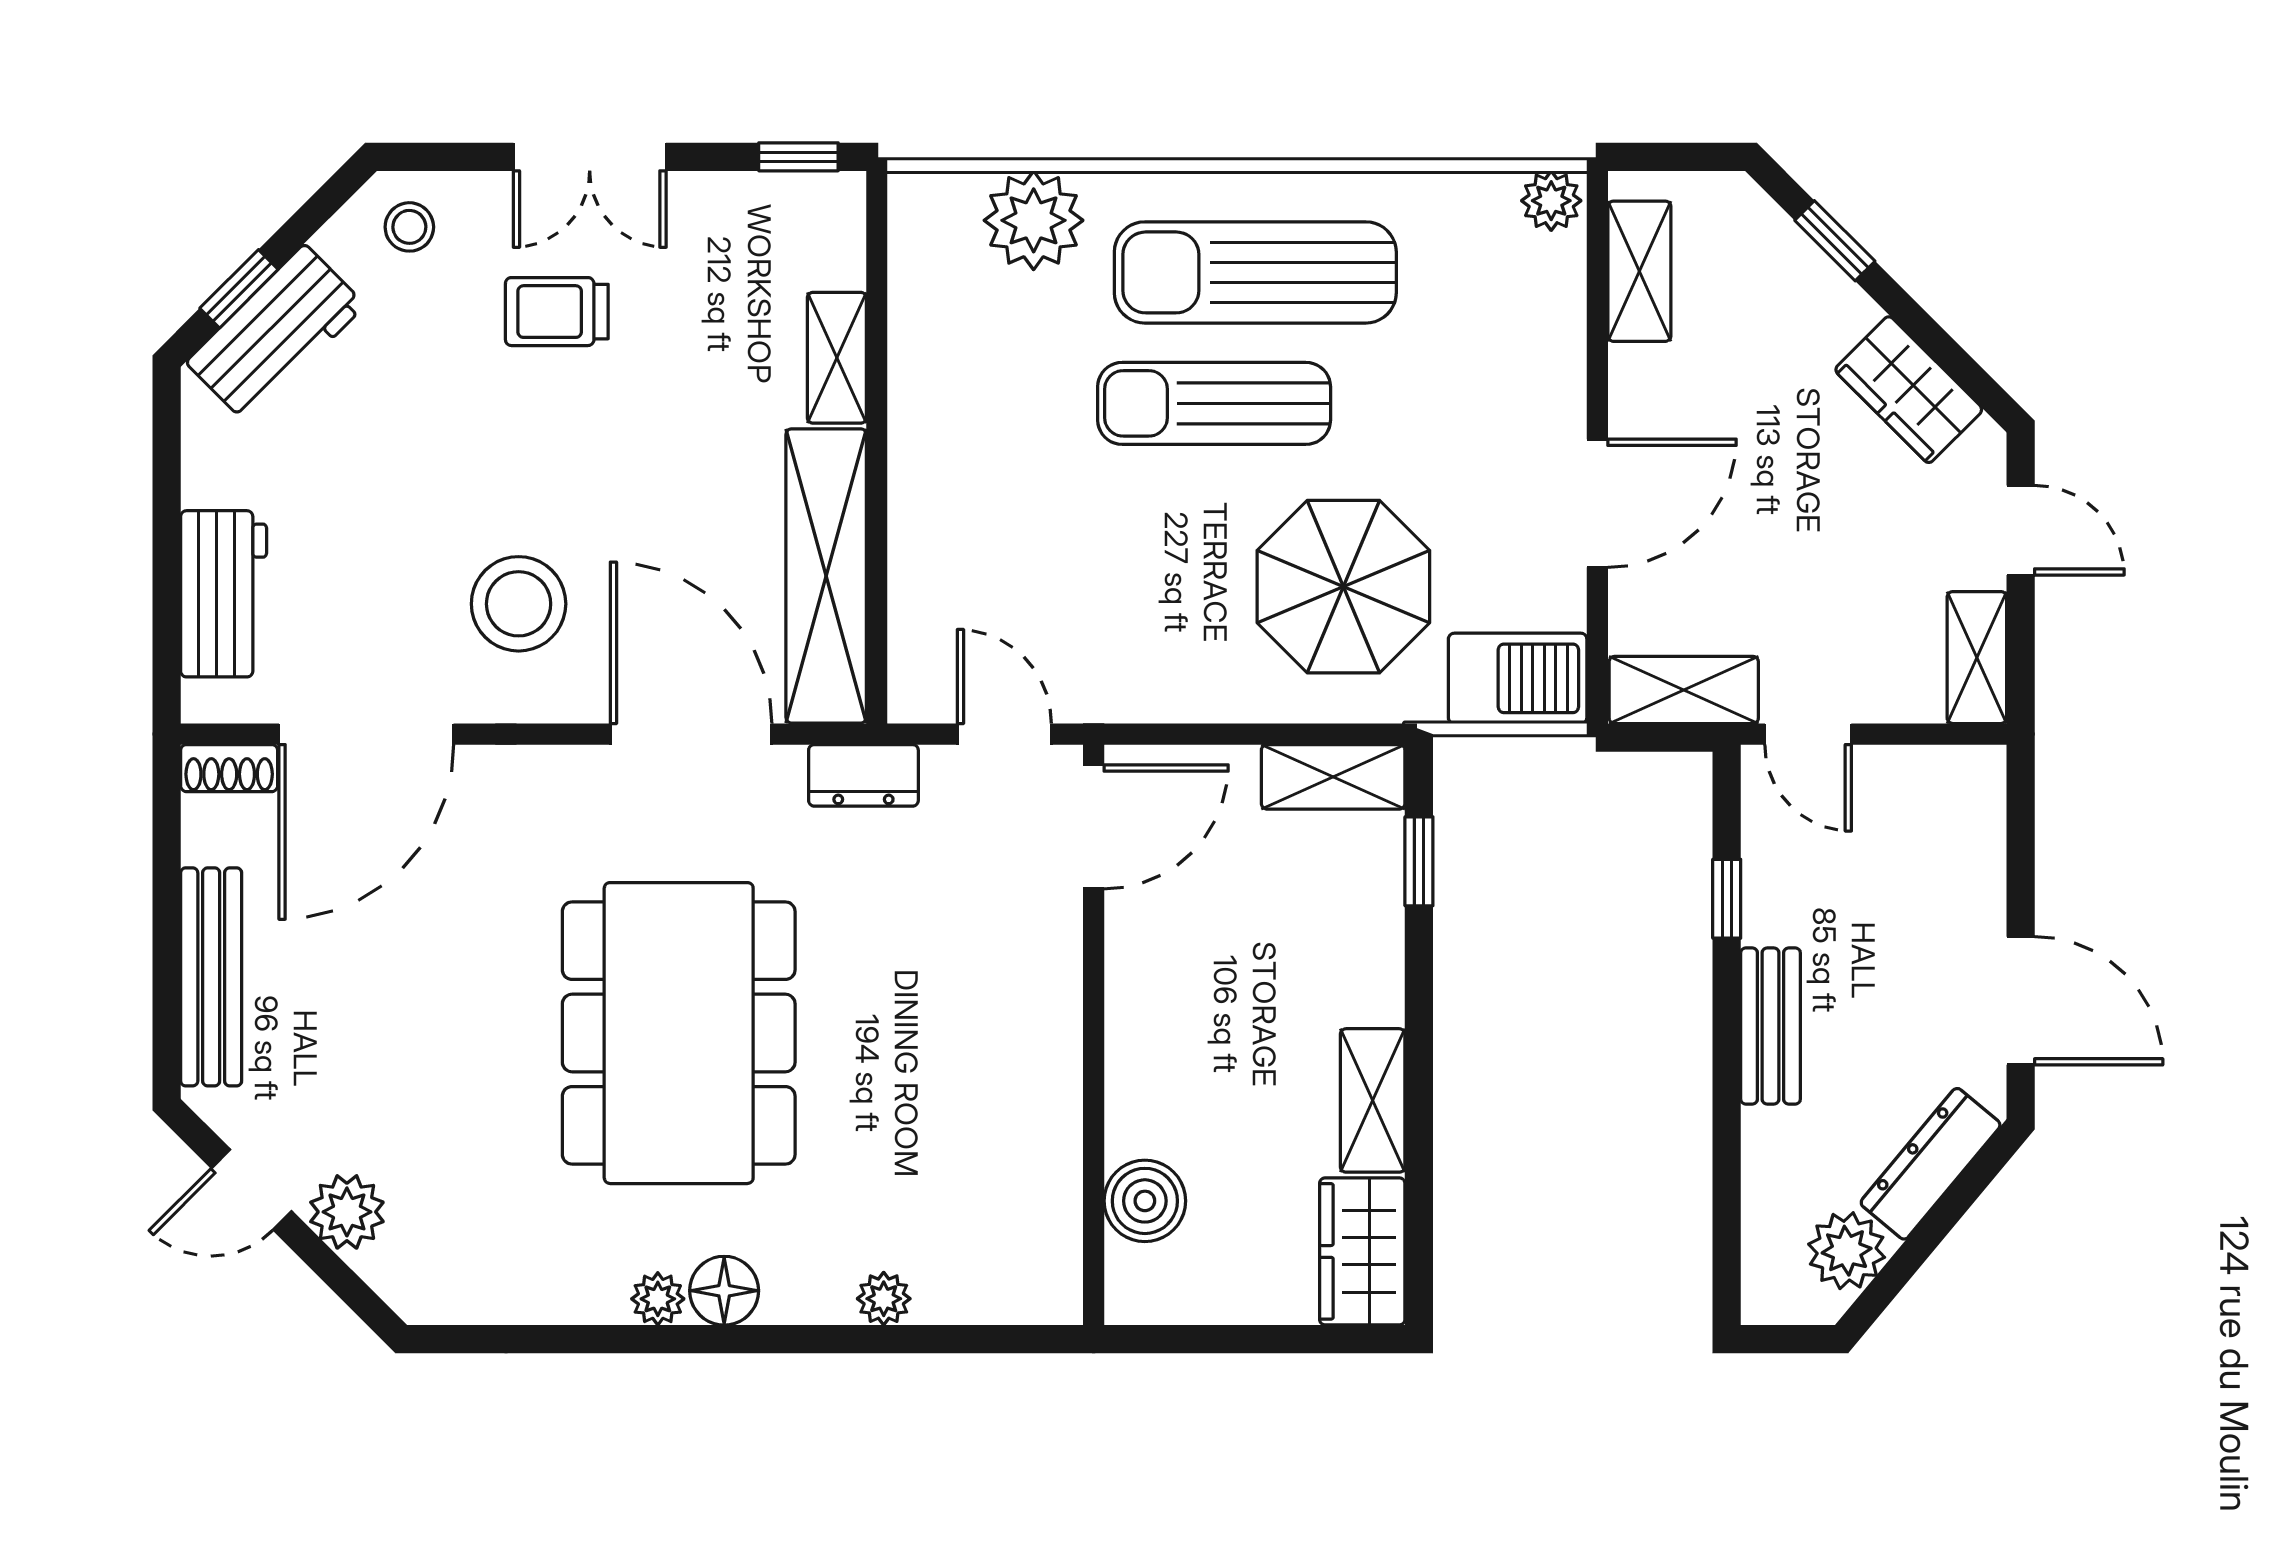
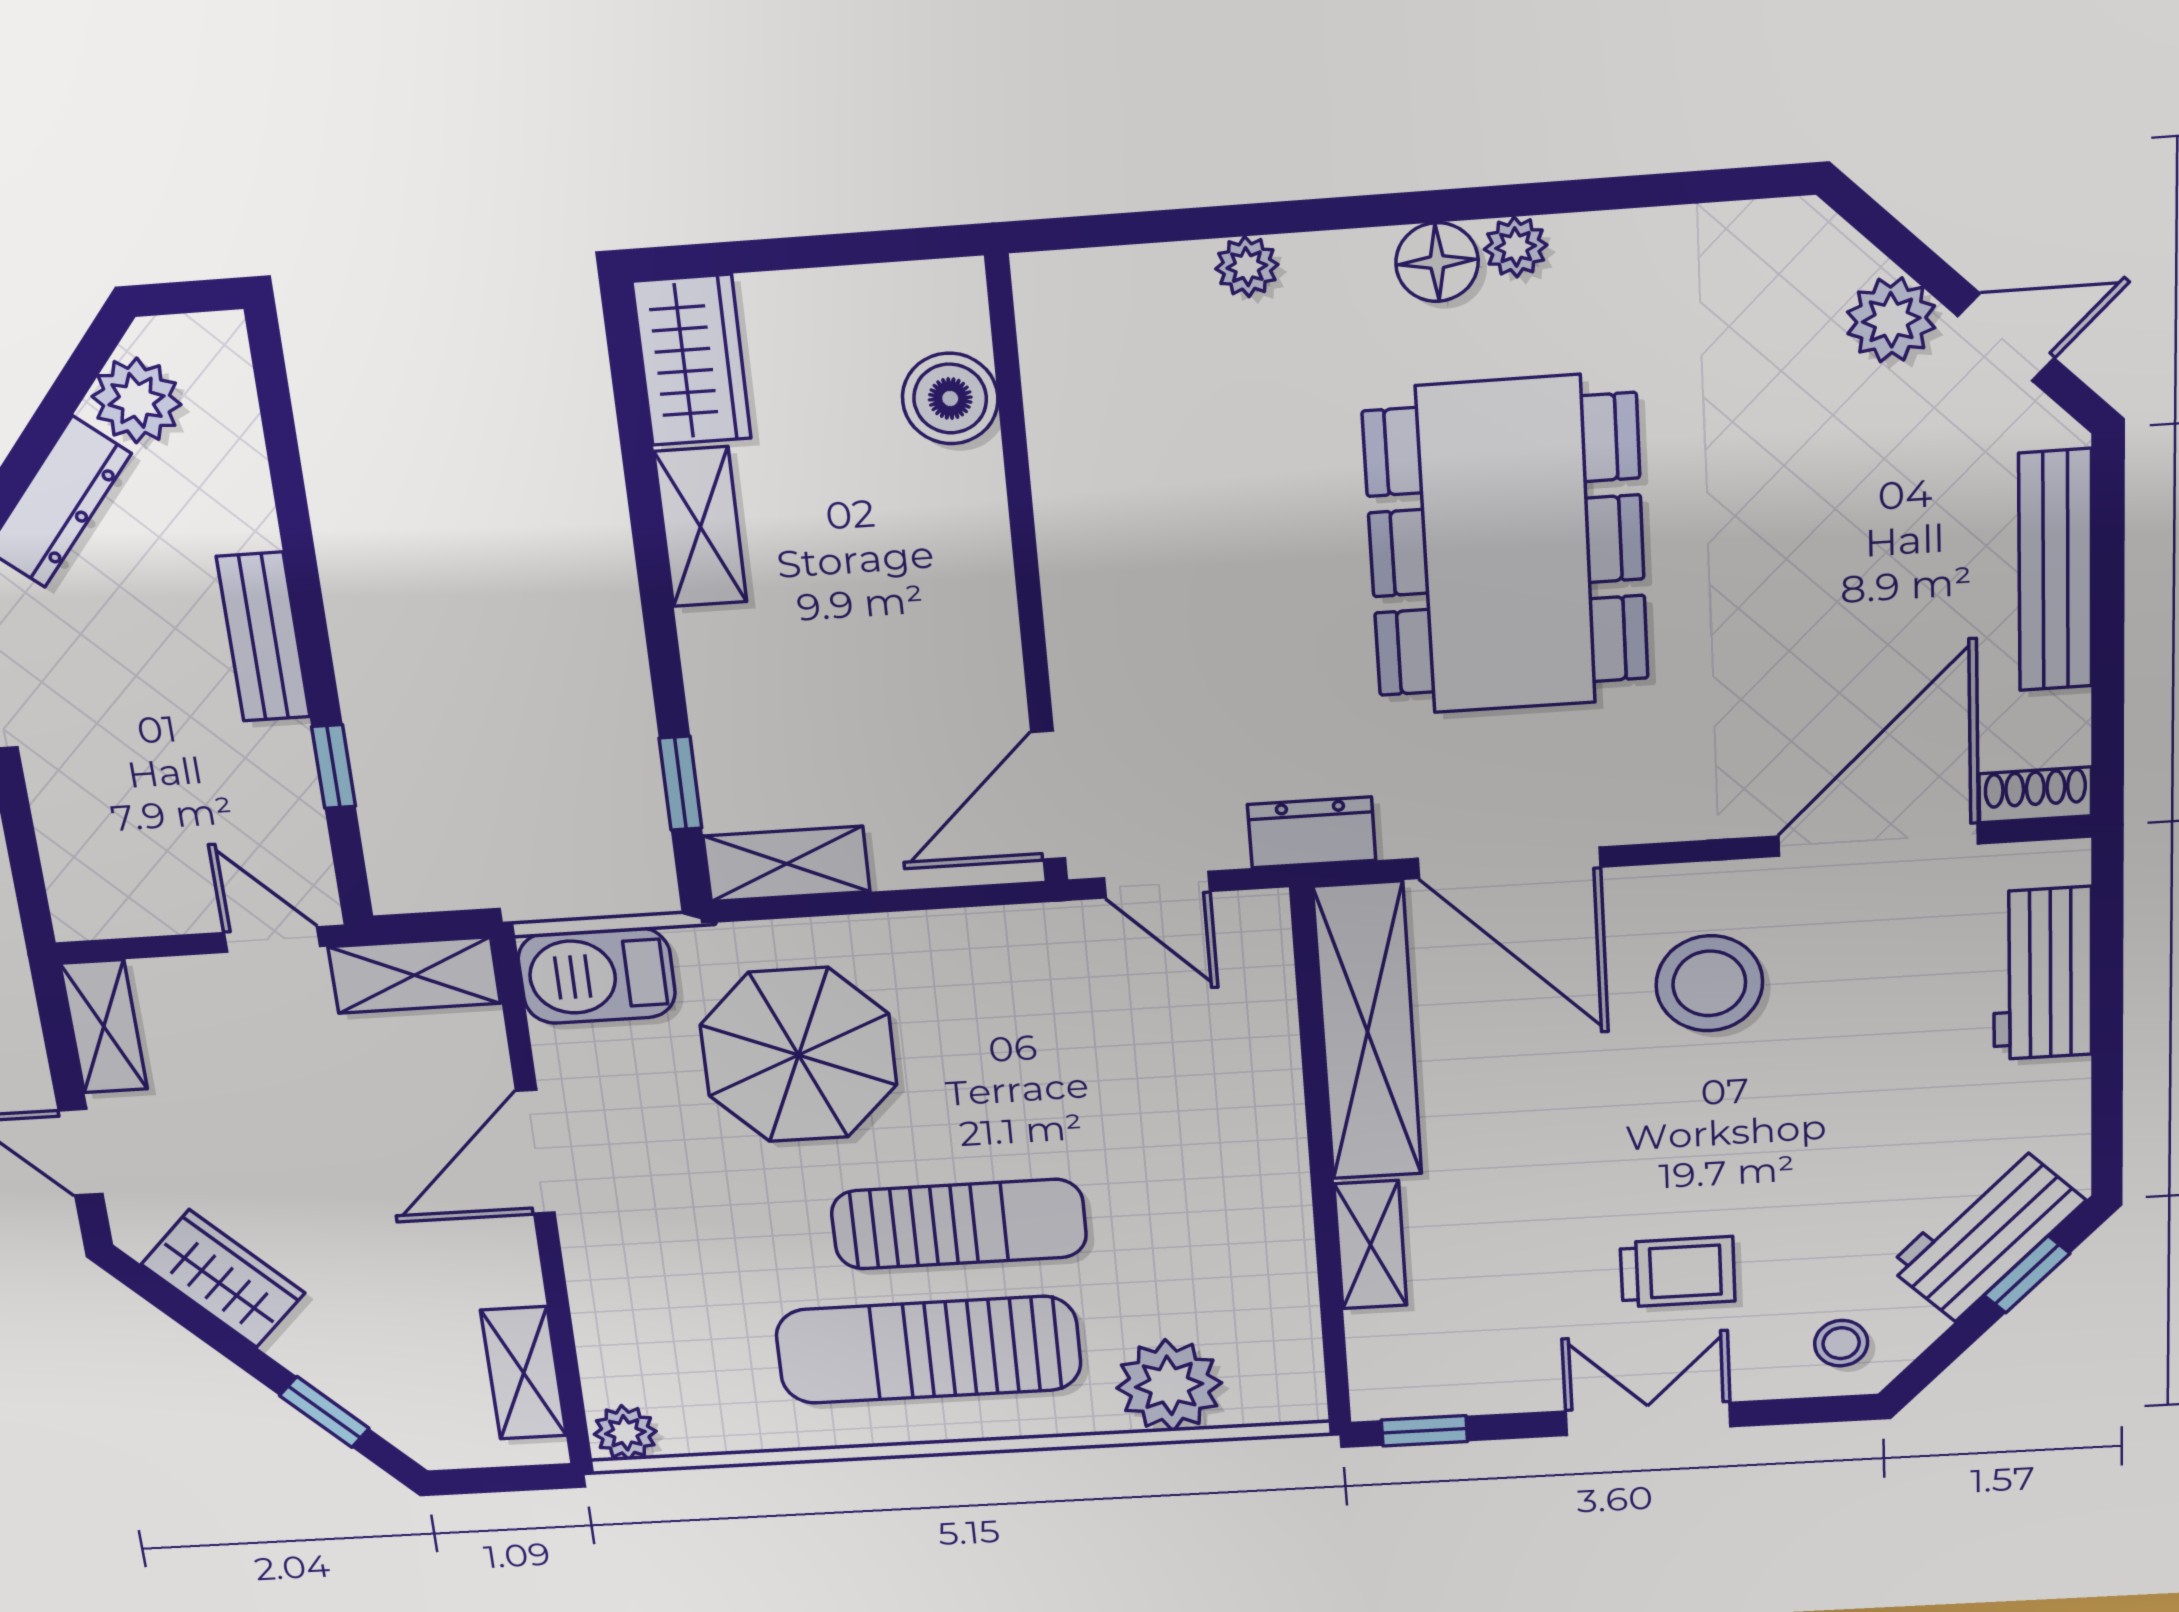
sun lounger: (1255, 272) -> (928, 1350), turned 180

